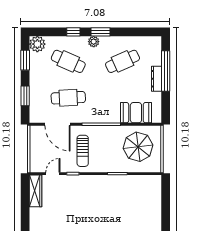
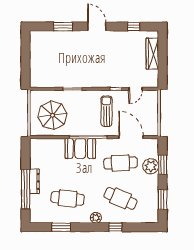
window: (100, 32) -> (61, 227), moved
plant: (37, 44) -> (151, 166), moved
cafe table: (123, 61) -> (68, 198), turned 30
booth: (136, 113) -> (80, 148), moved
wardrobe: (36, 191) -> (152, 54), moved

